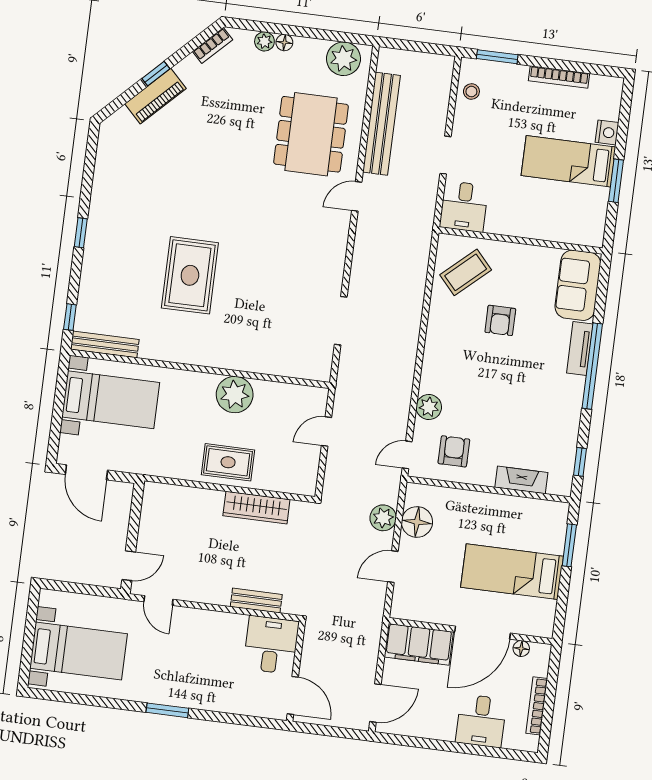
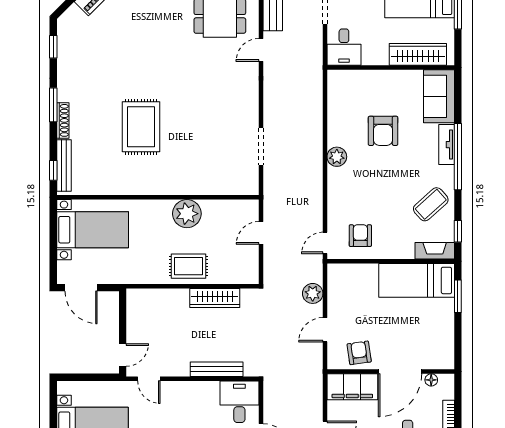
window: (90, 158) -> (53, 47), added
wardrobe: (558, 228) -> (418, 54), added
window: (81, 233) -> (53, 105), width x1.50
shoe rack: (91, 254) -> (63, 120), added
coffee table: (466, 272) -> (431, 204), moved
armchair: (500, 320) -> (383, 131), width x1.38, depth x1.38
bench: (105, 344) -> (64, 165), moved, turned 90
plant: (429, 407) -> (337, 157), moved
fireplace: (521, 480) -> (435, 251), moved
floor lamp: (417, 522) -> (339, 293), removed
bed: (512, 572) -> (417, 280), moved
bench: (256, 601) -> (217, 369), width x1.36
armchair: (433, 602) -> (359, 353), added

